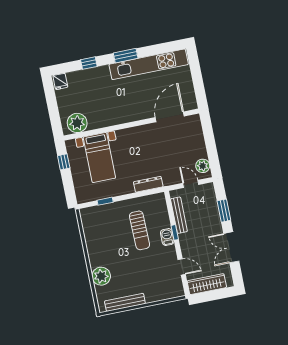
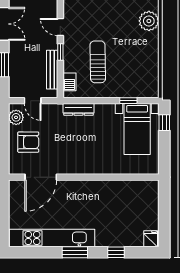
plant: (77, 123) -> (141, 191), removed
armchair: (187, 146) -> (28, 142), added
bed with nightstands: (99, 158) -> (137, 129), moved, turned 180
window: (64, 162) -> (164, 123), moved
barbecue: (167, 237) -> (70, 82), moved
door: (182, 267) -> (60, 27), moved

